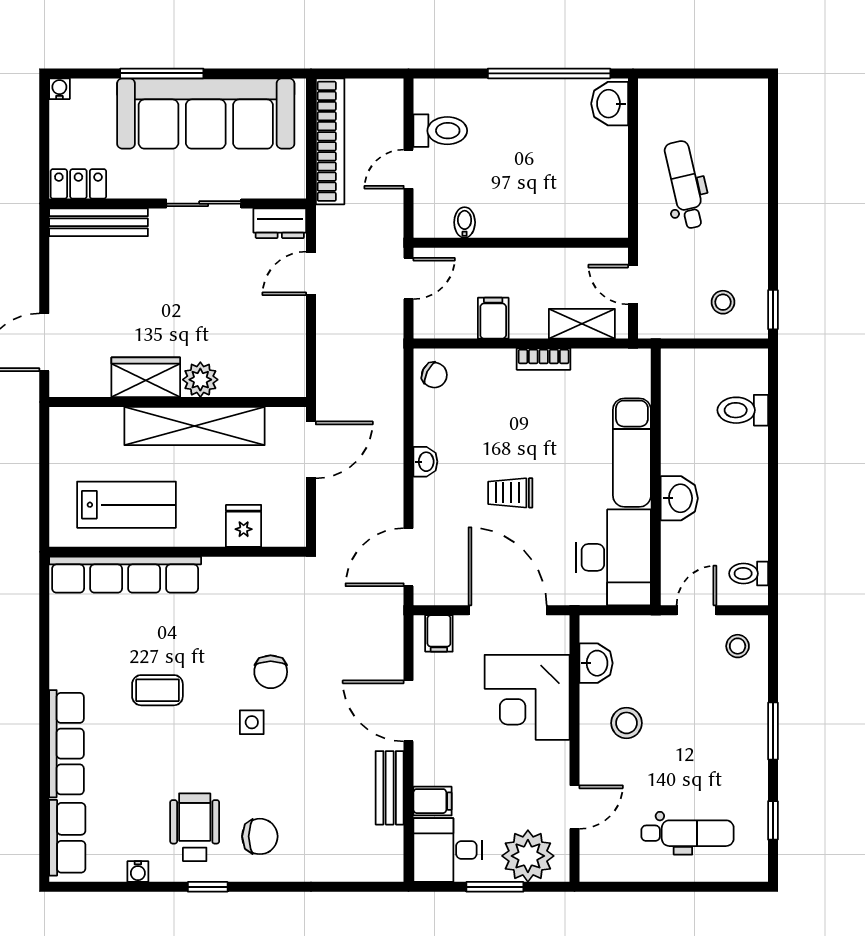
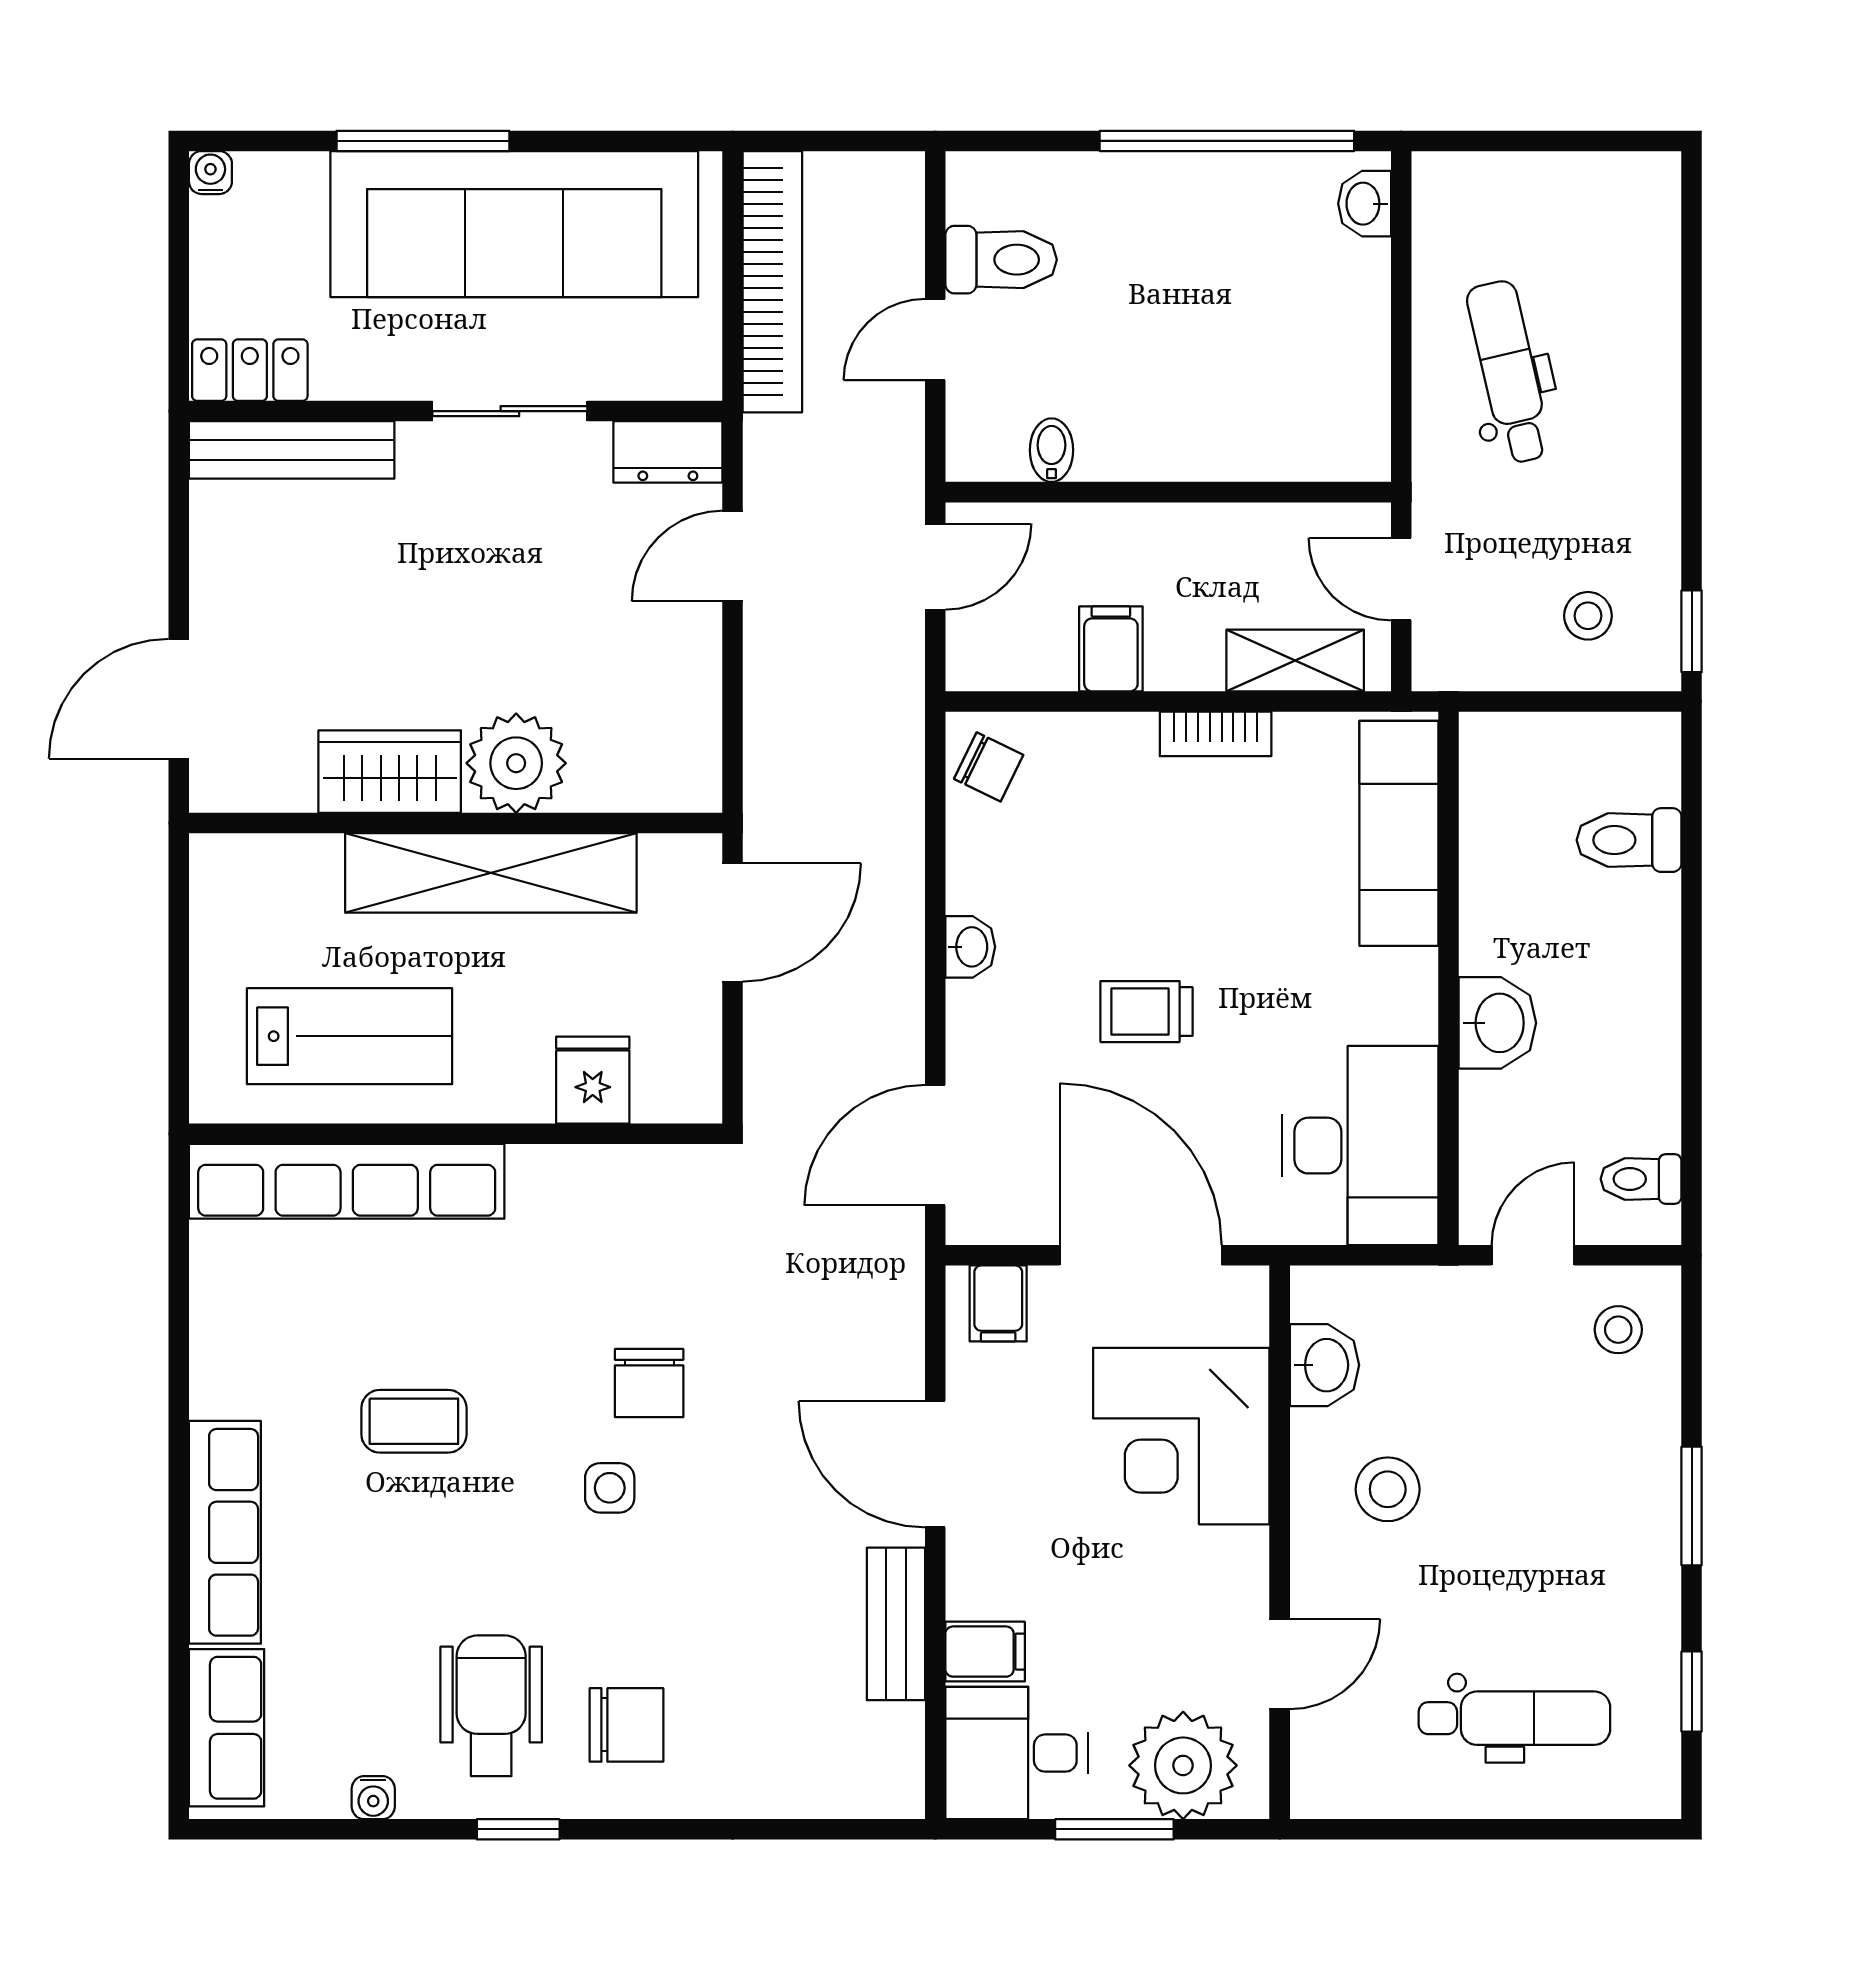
washbasin: (610, 104) -> (1365, 204), width x0.72, depth x0.69
plant: (200, 380) -> (516, 763), width x1.36, depth x1.36
exam couch: (632, 453) -> (1399, 833), moved

